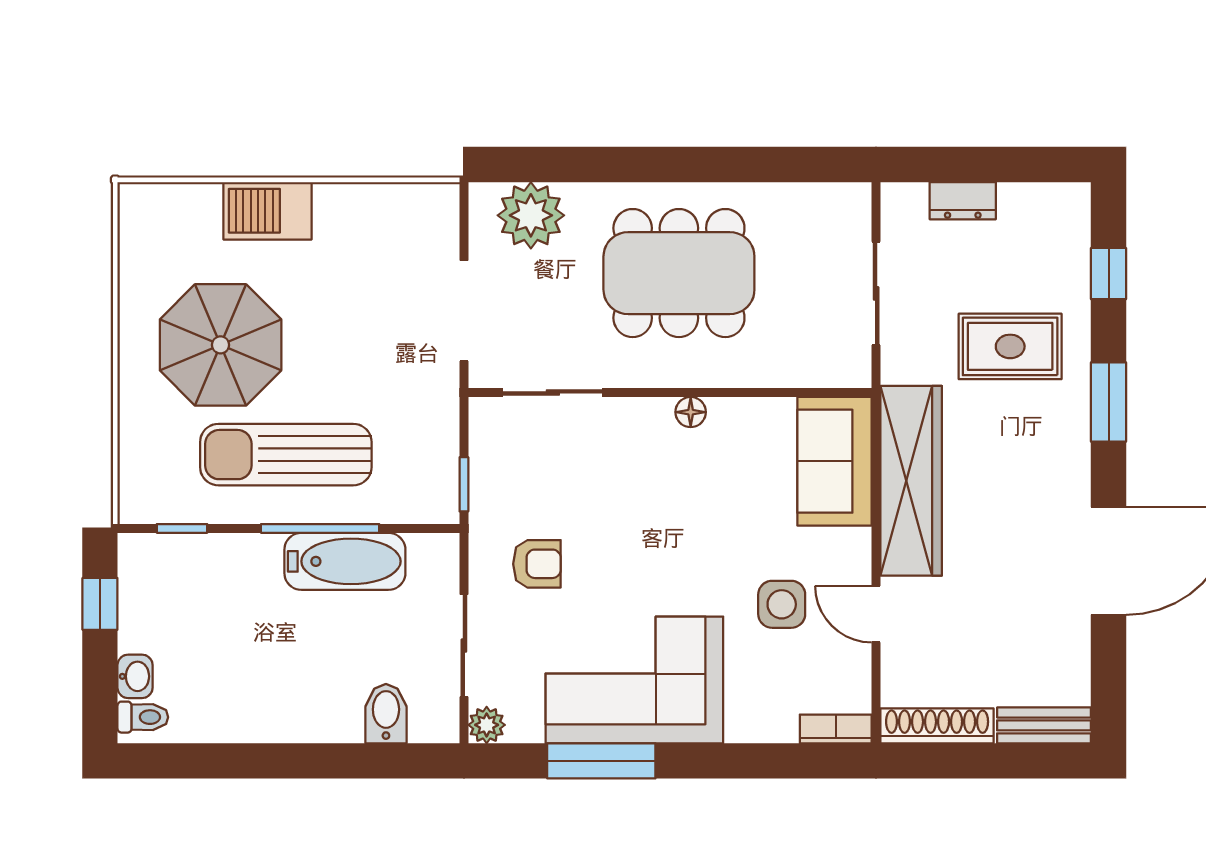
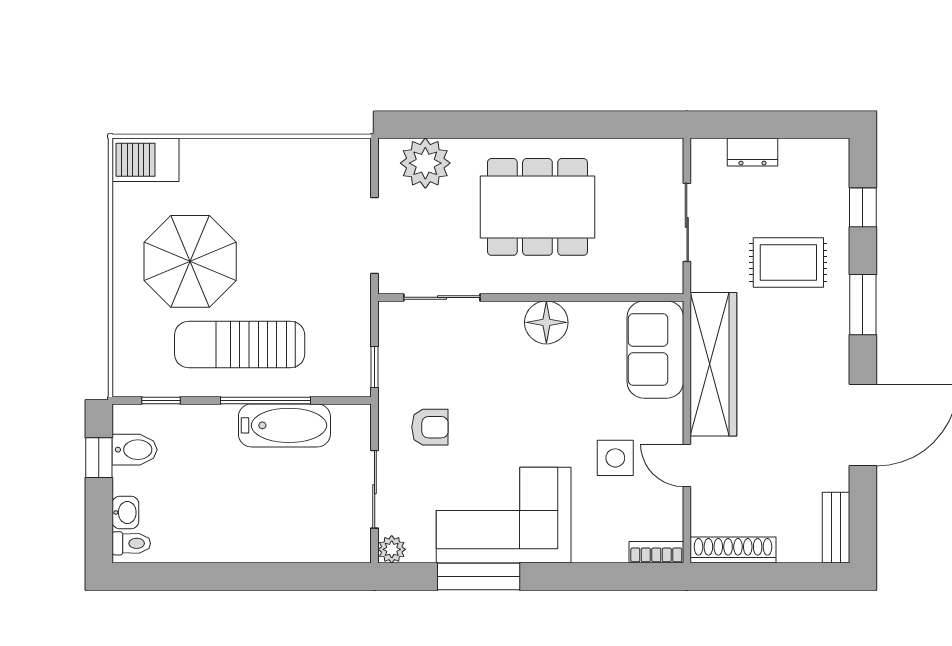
barbecue: (268, 211) -> (145, 160), moved
floor lamp: (691, 412) -> (546, 322), width x1.89, depth x1.89
bidet: (386, 714) -> (135, 450), moved, turned 90
bench: (1044, 725) -> (836, 528), moved, turned 90

